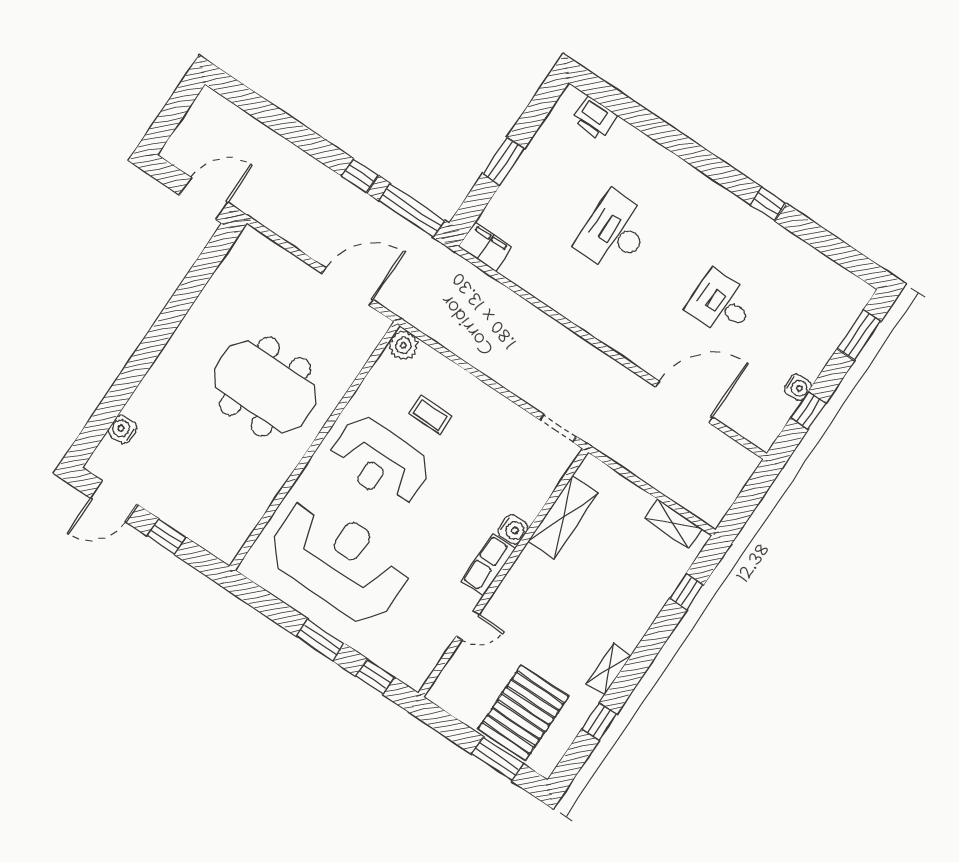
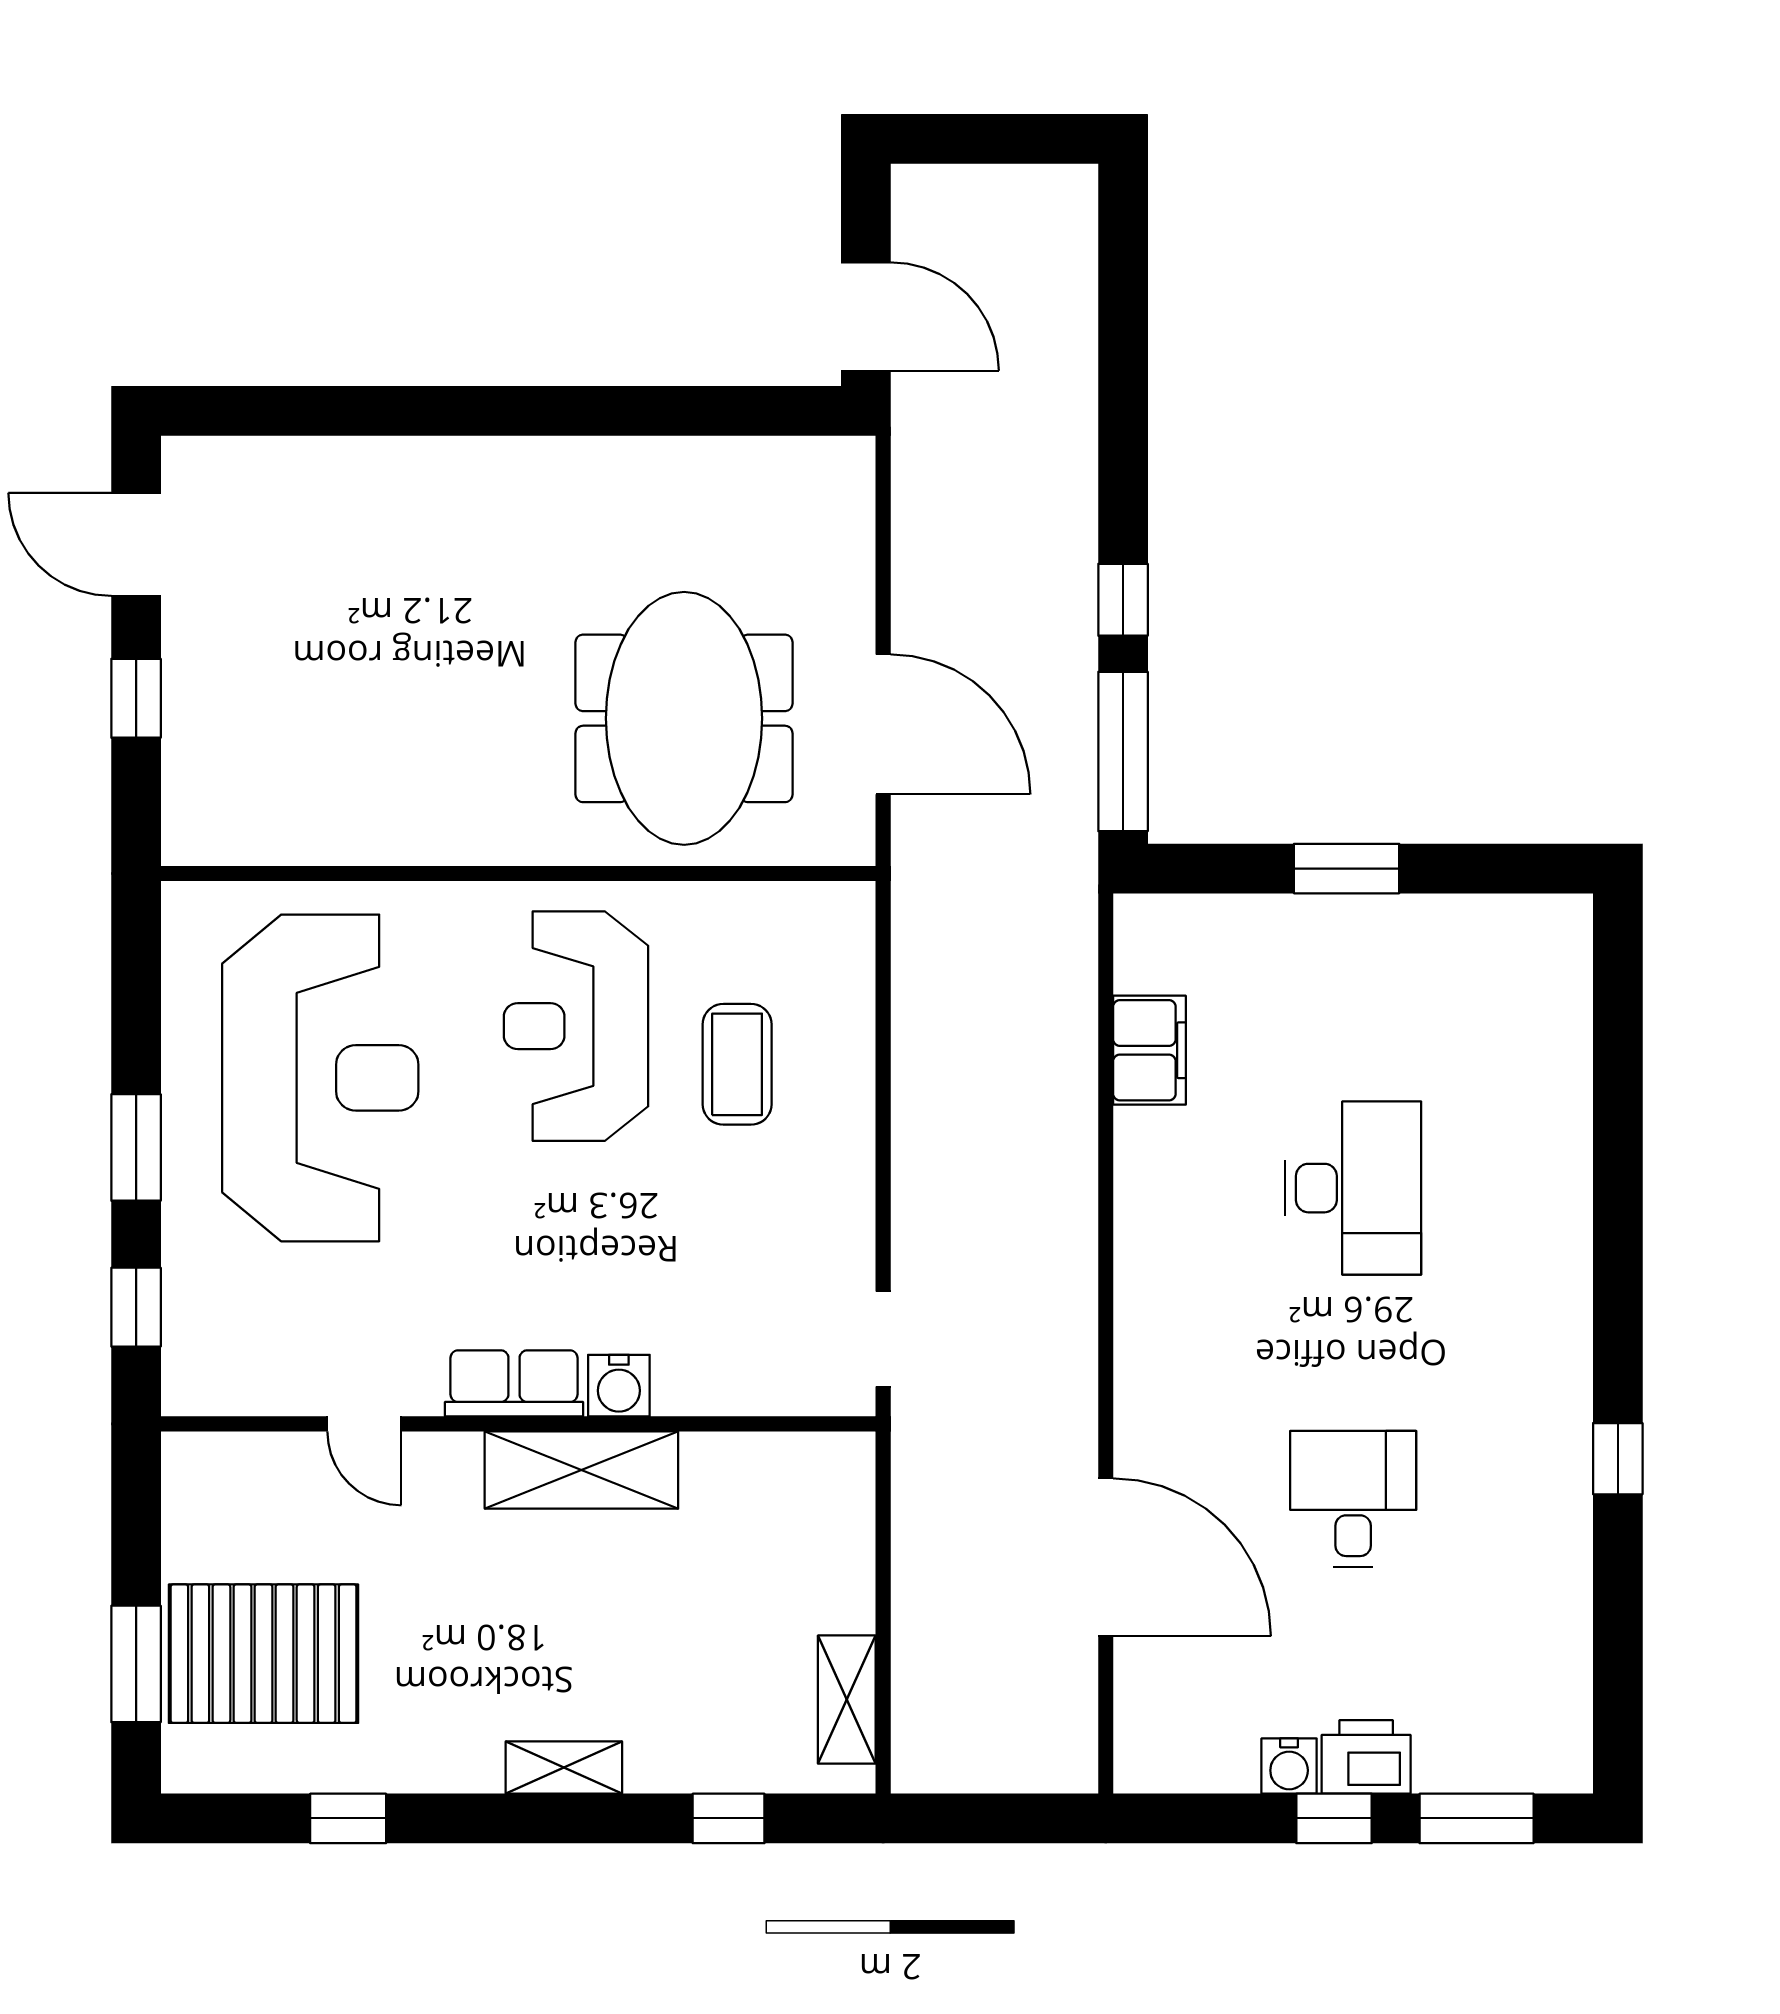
printer: (595, 118) -> (1366, 1757), moved, turned 90
desk: (614, 232) -> (1353, 1188), turned 90
filing cabinet: (485, 247) -> (1149, 1050), moved
plant: (403, 345) -> (840, 916), removed
meeting table: (265, 387) -> (684, 718), moved
window: (808, 411) -> (1334, 1818), moved
coffee table: (430, 415) -> (737, 1064), width x1.36, depth x1.30
water cooler: (123, 429) -> (292, 465), removed
shelving: (563, 517) -> (581, 1470), moved
shelving: (609, 669) -> (564, 1768), moved

